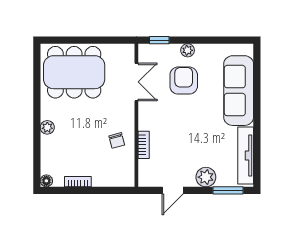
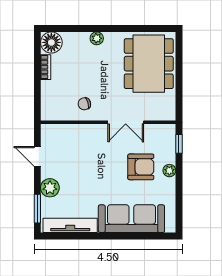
double door: (136, 82) -> (126, 122), moved
bookcase: (144, 145) -> (80, 129), removed
floor lamp: (46, 181) -> (51, 42), width x1.89, depth x1.89

